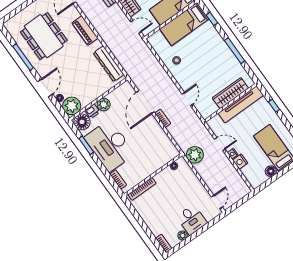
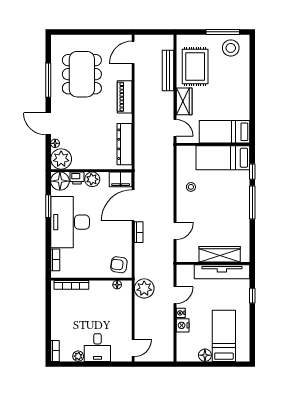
window: (235, 51) -> (252, 203), moved
door: (45, 88) -> (48, 124), swing flipped
filing cabinet: (124, 90) -> (121, 179), added
door: (220, 144) -> (175, 295), hinge flipped
armchair: (165, 151) -> (119, 265), added

